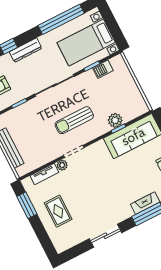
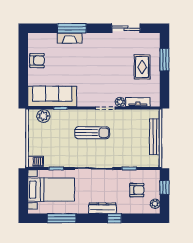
window: (61, 19) -> (62, 218), width x0.68
barbecue: (103, 69) -> (36, 162), moved
plant: (115, 120) -> (43, 116), moved
window: (27, 205) -> (164, 60), moved
sliding door: (105, 236) -> (126, 28), moved

